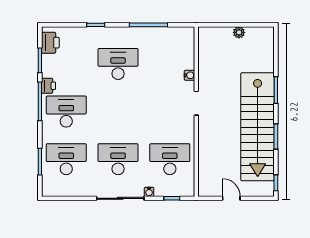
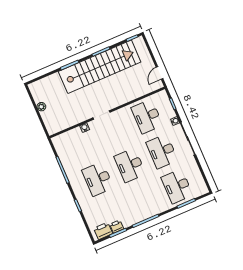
printer: (48, 86) -> (117, 227), moved
desk: (66, 112) -> (130, 165), moved
door: (231, 198) -> (159, 73), moved

